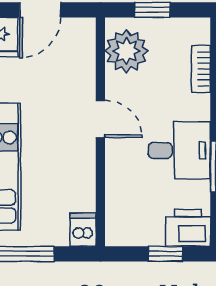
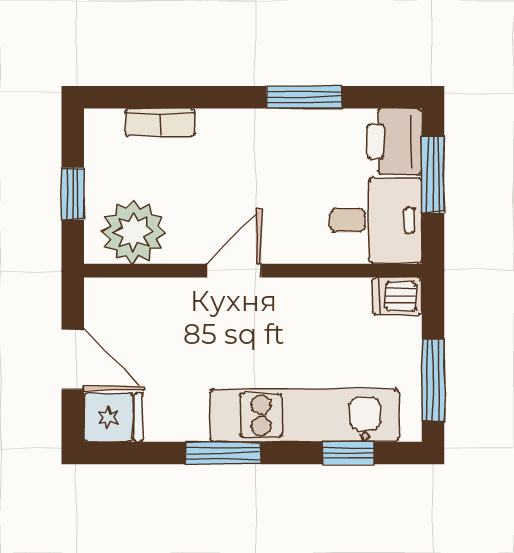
desk: (179, 150) -> (376, 220), moved, turned 90
window: (165, 254) -> (433, 175), width x1.50

